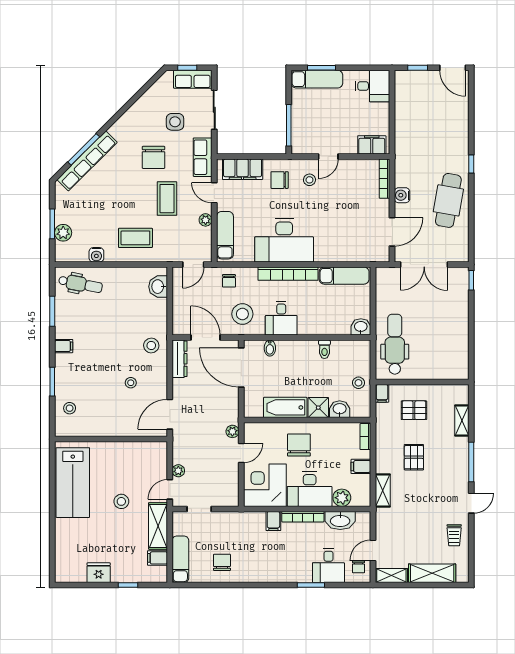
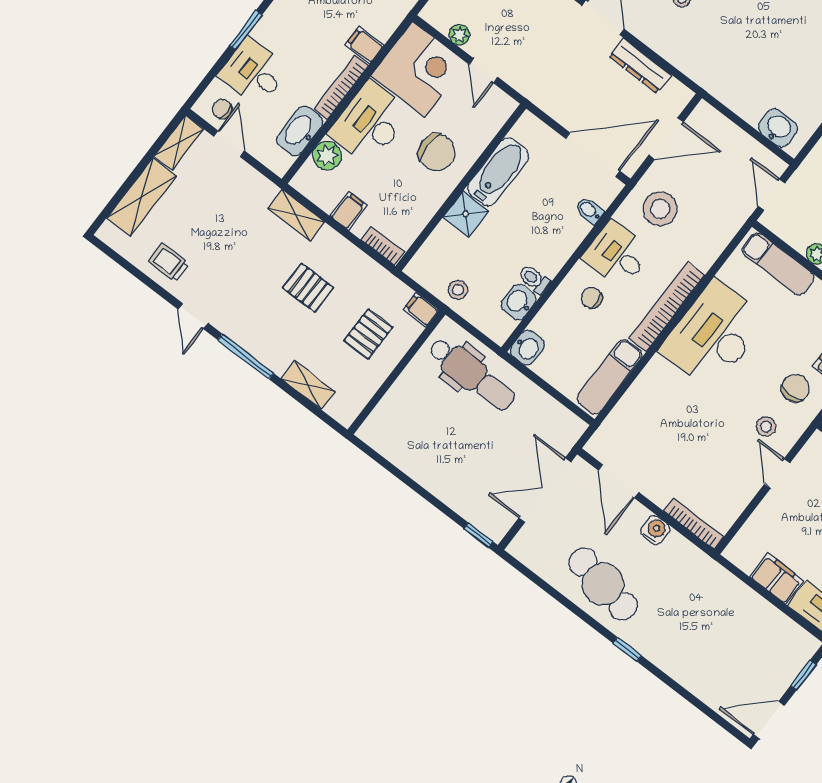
filing cabinet: (372, 145) -> (777, 579), moved, turned -90
chair: (229, 281) -> (592, 298), moved
stool: (151, 346) -> (709, 61), removed
dresser: (180, 359) -> (640, 65), moved
washbasin: (340, 409) -> (519, 302), moved, turned 180
plant: (232, 431) -> (459, 35), moved

